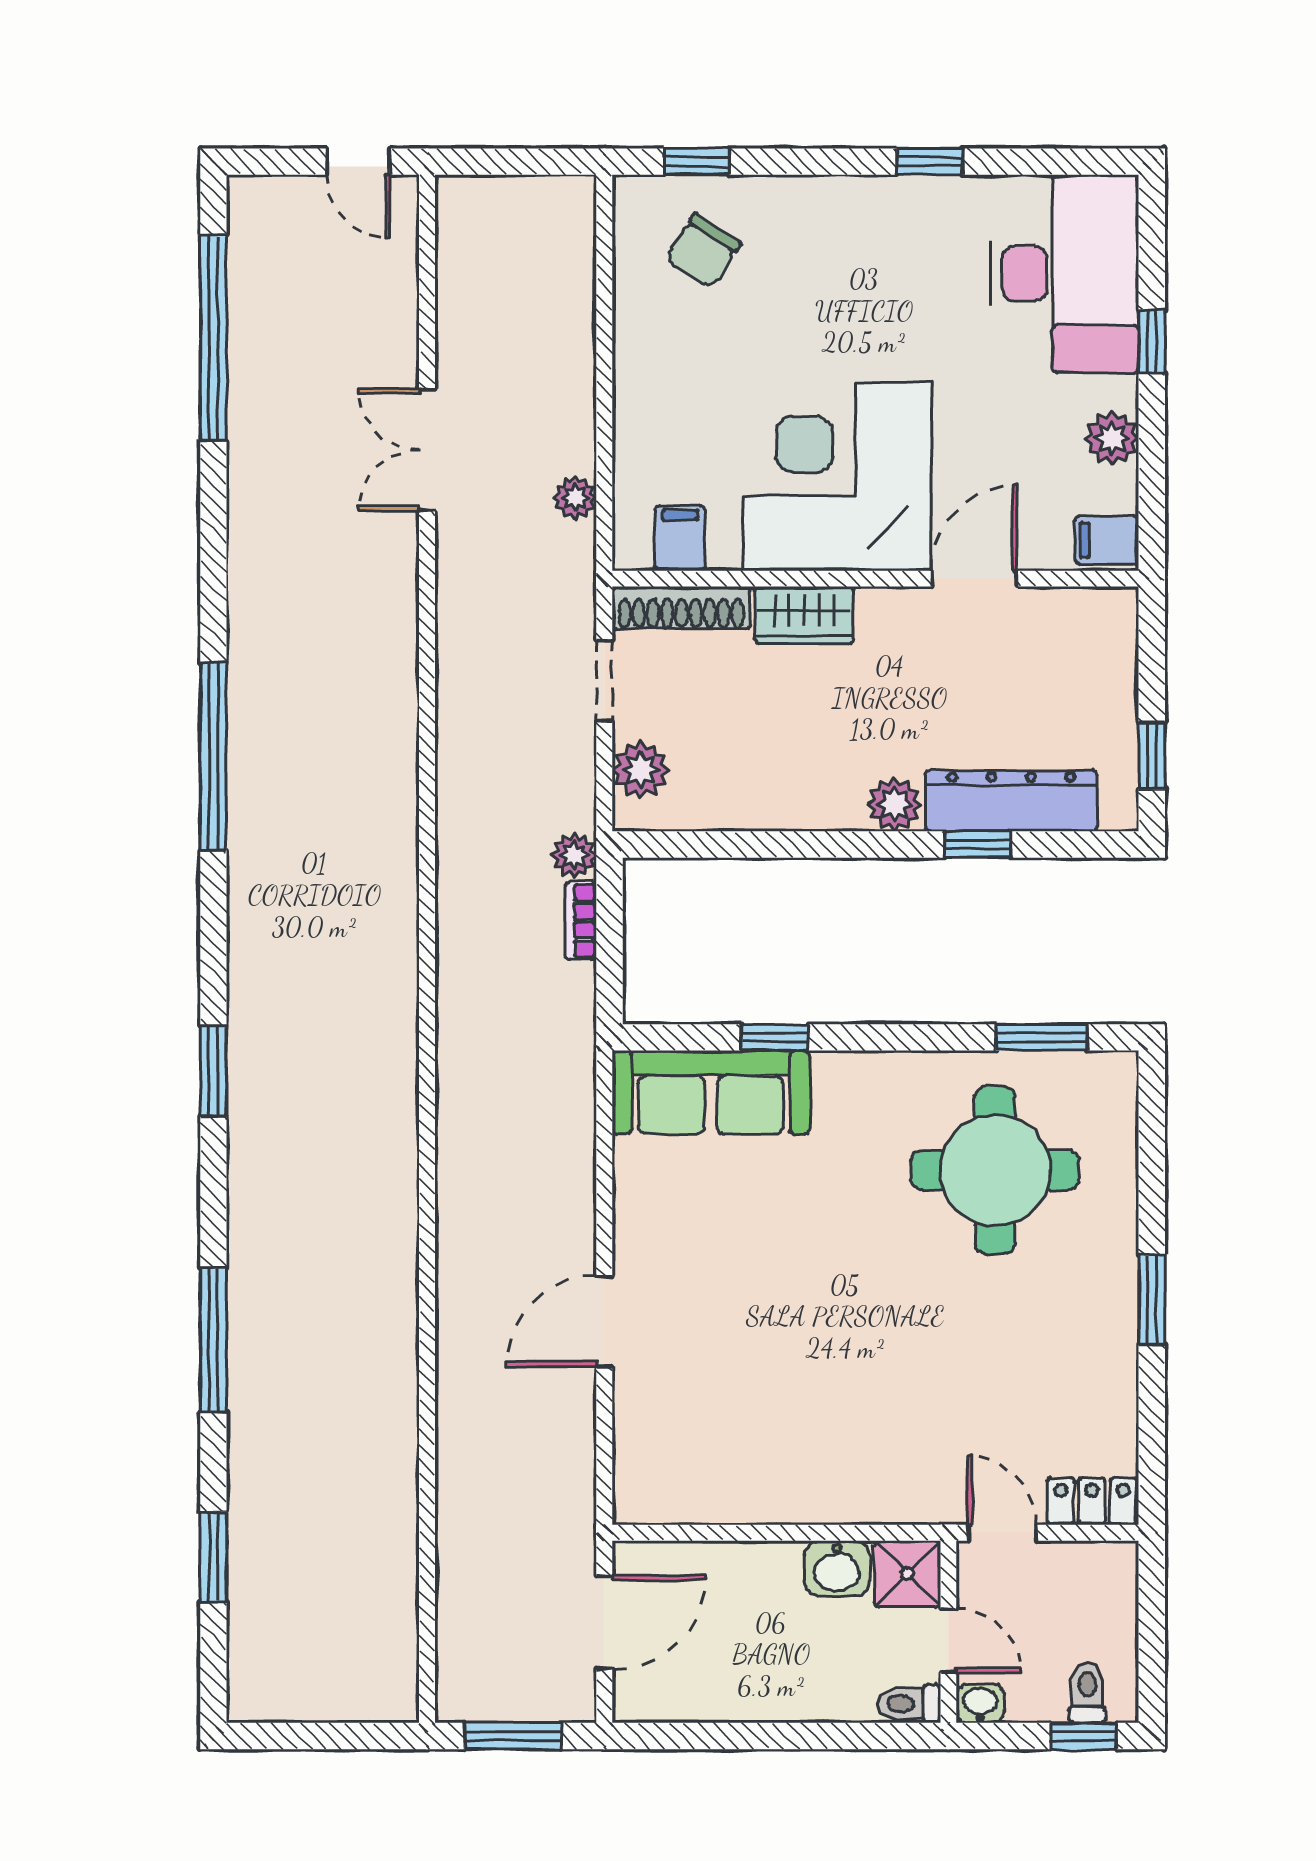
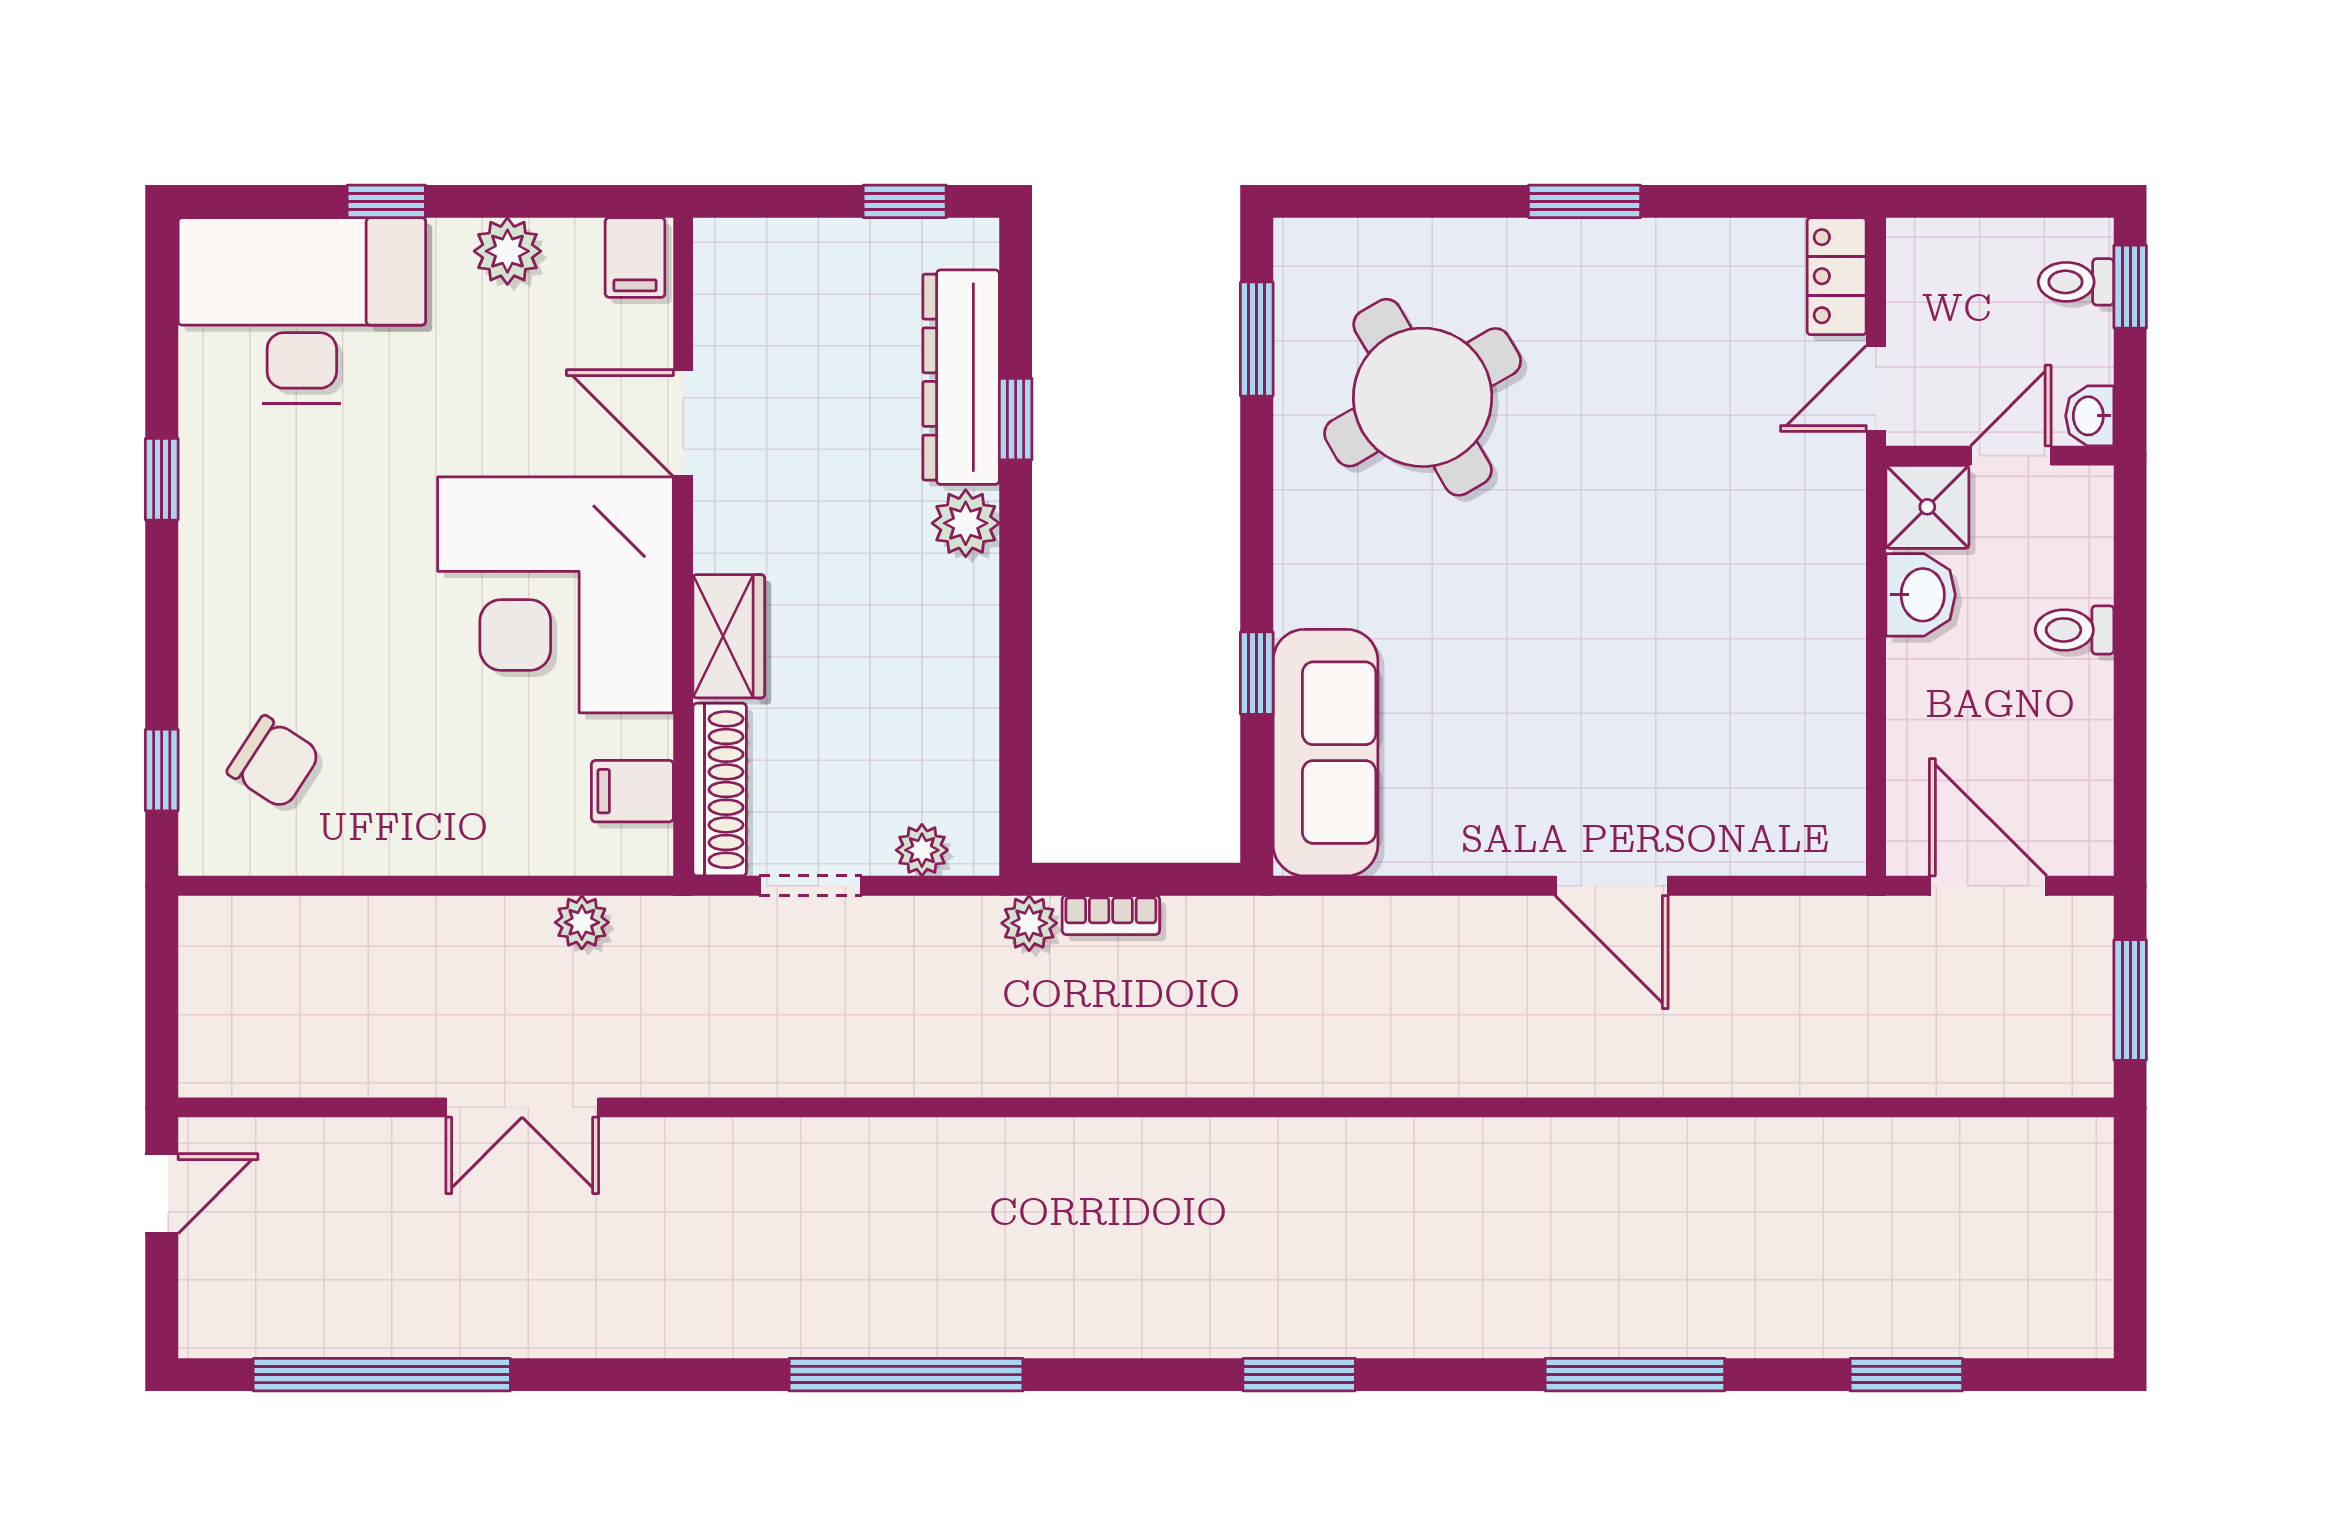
plant: (641, 770) -> (922, 850), width x0.73, depth x0.73
round table: (995, 1170) -> (1423, 397), turned -30
toilet: (909, 1704) -> (2075, 630), moved, turned 90

